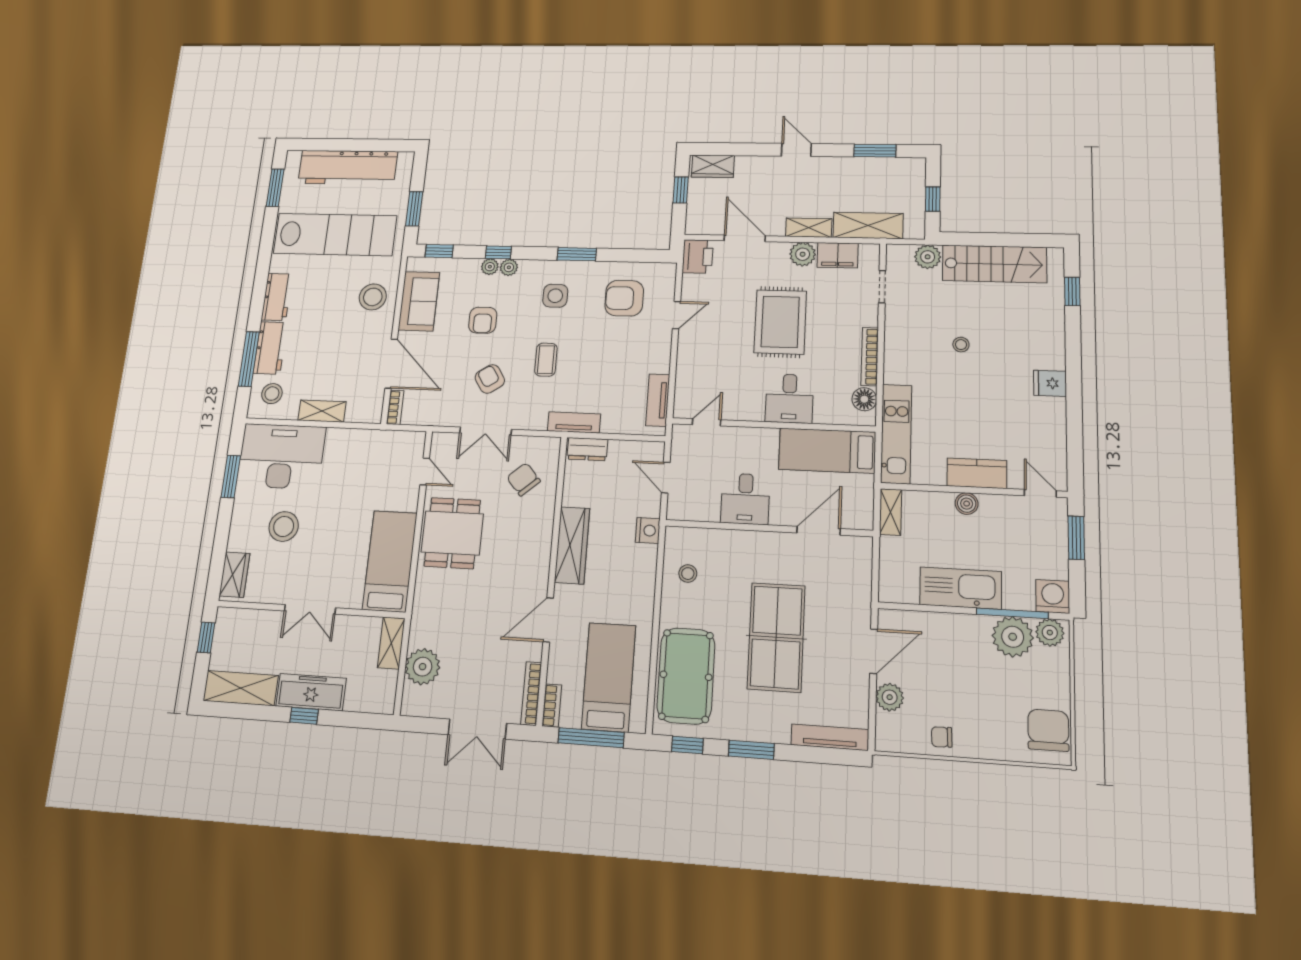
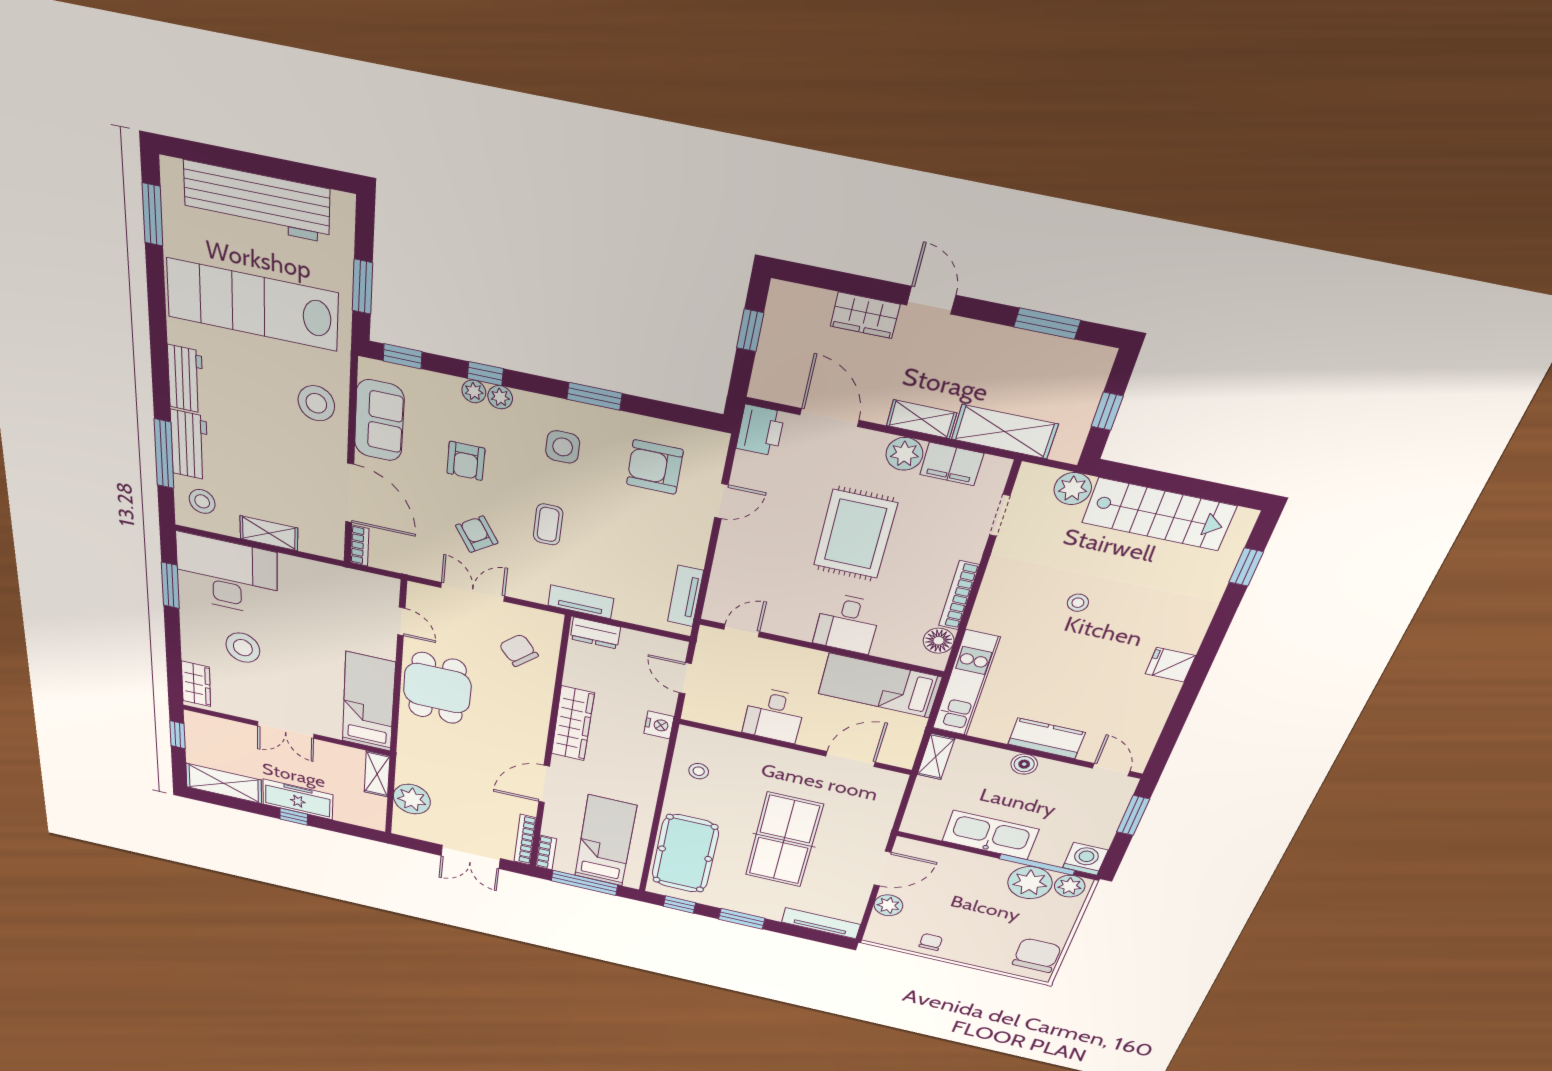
wardrobe: (713, 166) -> (865, 315), moved
lab bench: (335, 235) -> (252, 305), turned 180
double door: (486, 431) -> (473, 592), swing flipped
chair: (942, 737) -> (931, 942), turned 92

